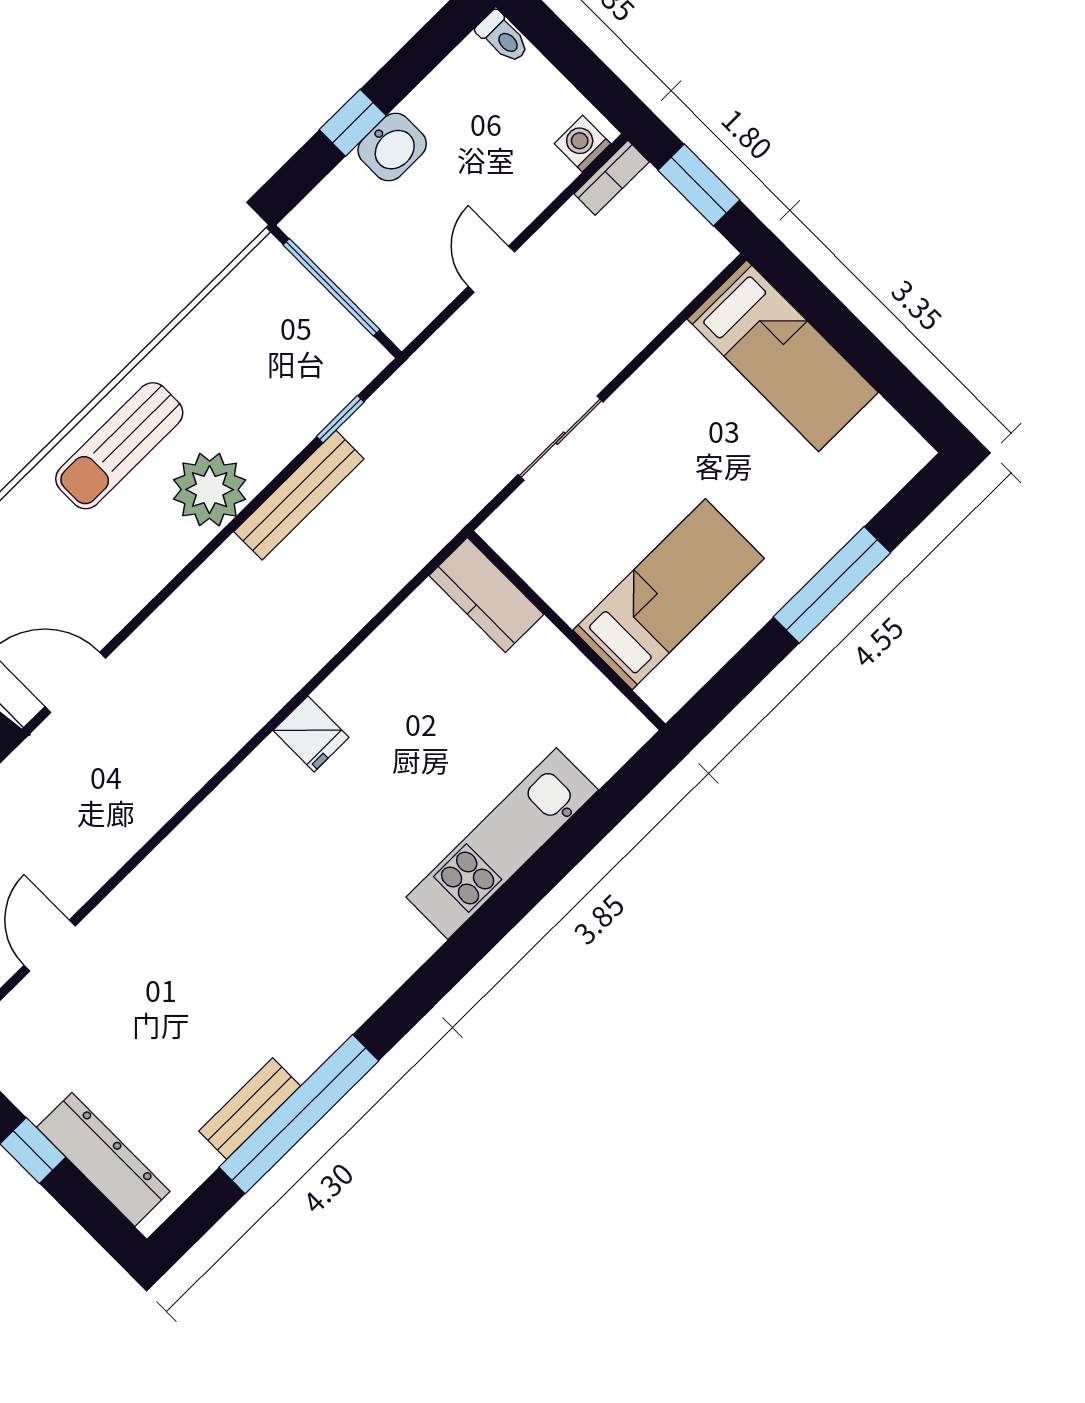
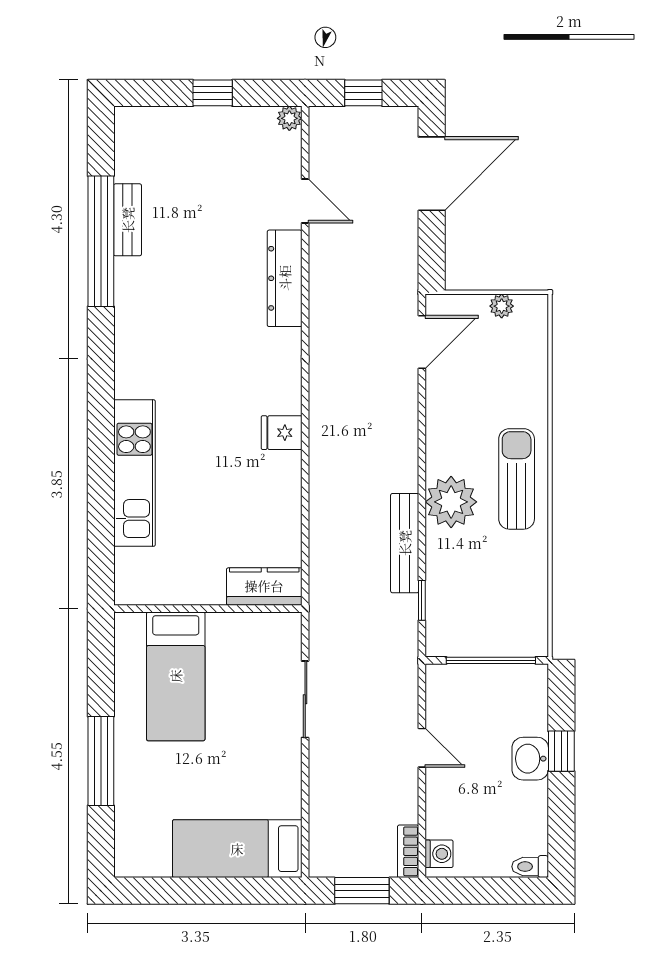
dresser: (103, 1159) -> (285, 278), moved, turned 90

